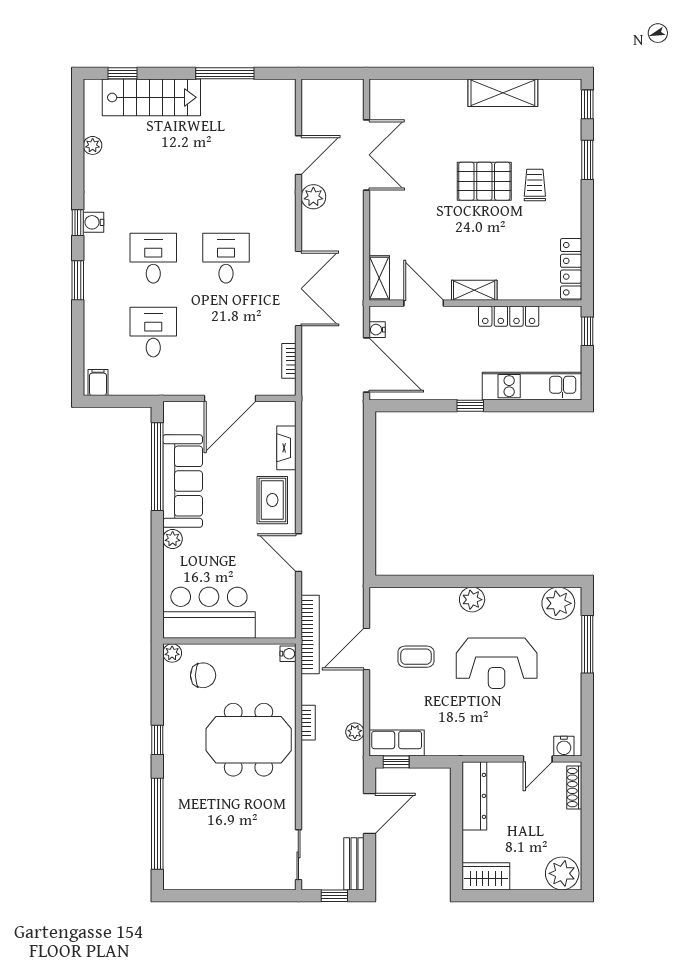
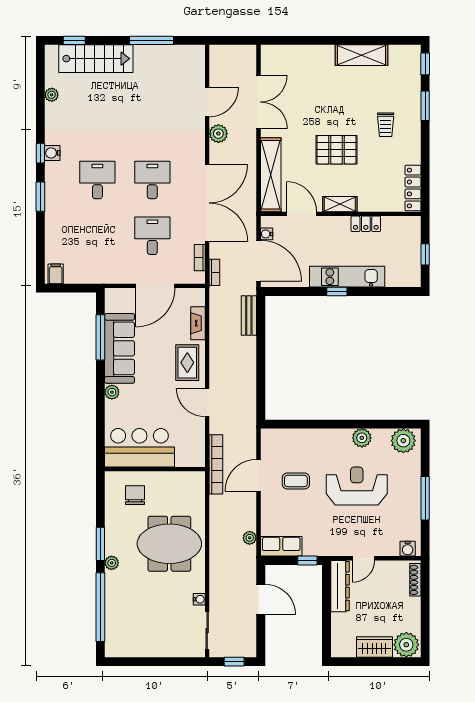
pallet: (484, 181) -> (336, 150), moved
trolley: (535, 185) -> (386, 125), turned 180
shelving: (379, 278) -> (271, 175), width x2.20, depth x1.33
double door: (298, 289) -> (207, 203), width x1.36
locker: (509, 316) -> (366, 224), width x0.66
window: (587, 331) -> (425, 254), moved
desk: (153, 332) -> (152, 236), moved
kitchen unit: (532, 386) -> (347, 277), moved
window: (157, 467) -> (100, 337), width x0.68
plant: (472, 600) -> (362, 438), moved
window: (587, 644) -> (425, 498), moved
plant: (172, 653) -> (112, 563), moved
water cooler: (288, 654) -> (199, 599), moved
reception desk: (497, 663) -> (357, 486), turned 180
chair: (203, 675) -> (135, 495), turned -90
bookcase: (308, 723) -> (214, 272), moved
window: (157, 740) -> (100, 544), width x1.50
door: (538, 759) -> (363, 558), moved
window: (396, 762) -> (307, 560), moved
door: (369, 813) -> (261, 599), hinge flipped
bench: (354, 864) -> (249, 315), moved
wardrobe: (486, 876) -> (374, 647), moved

